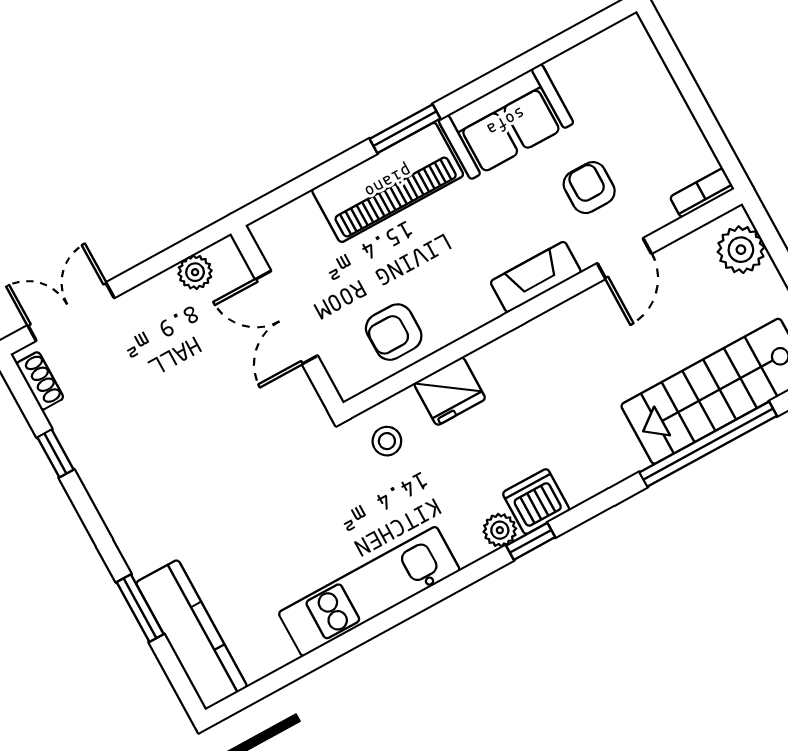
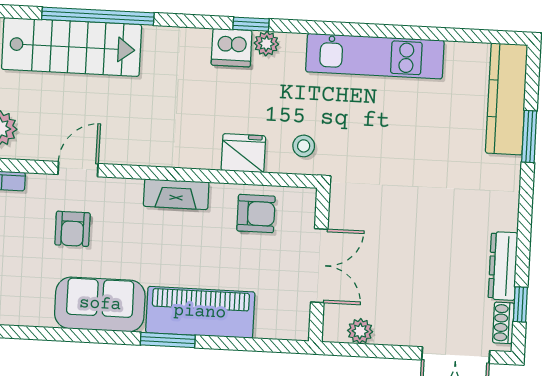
fireplace: (536, 277) -> (176, 194), moved
dresser: (80, 445) -> (503, 266), added
window: (55, 453) -> (520, 304), moved

